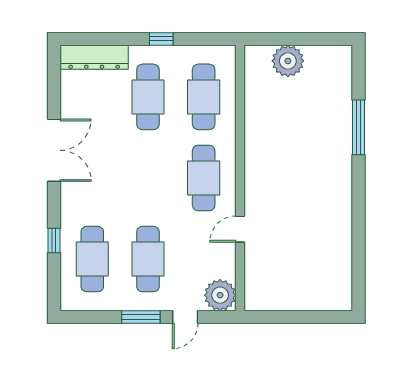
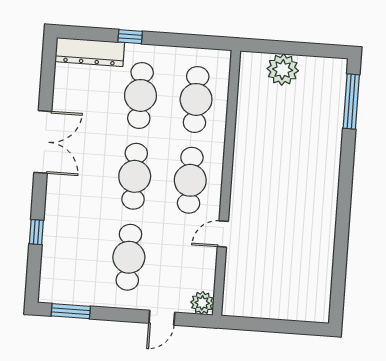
window: (161, 39) -> (130, 37), moved
window: (359, 127) -> (351, 102), moved
cafe table: (92, 259) -> (135, 176), moved
plant: (220, 295) -> (202, 303), width x0.73, depth x0.73
window: (141, 317) -> (71, 311), moved

